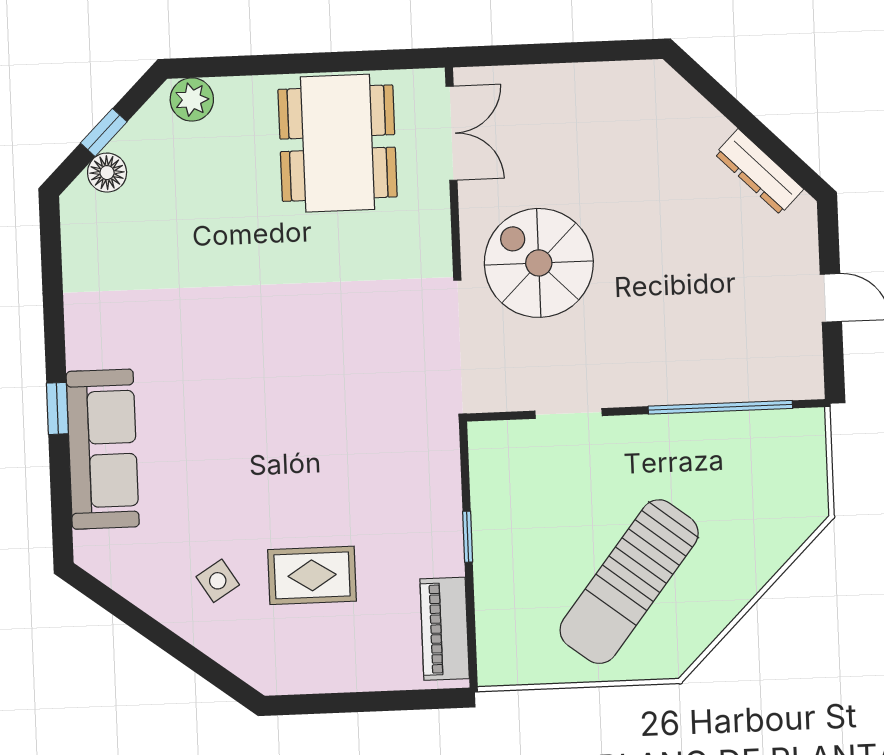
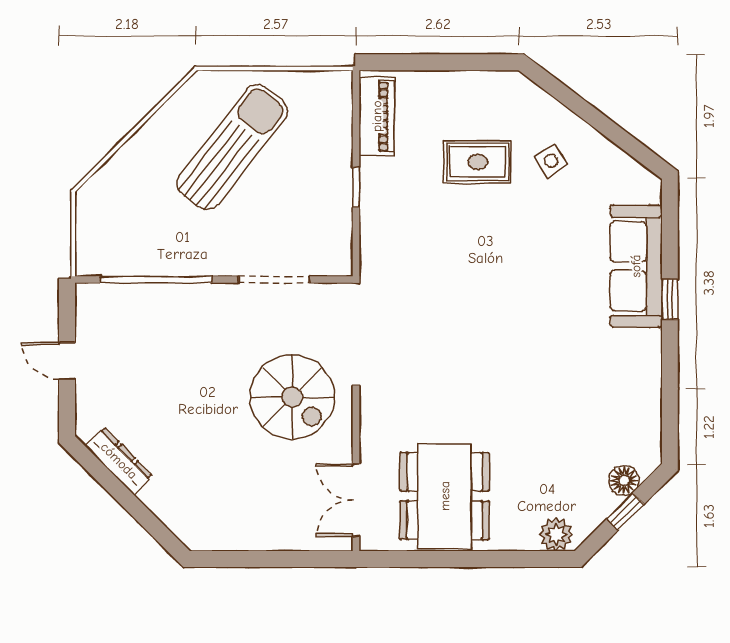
doorway: (569, 413) -> (274, 279), width x1.38

